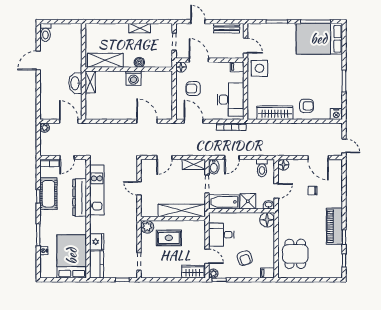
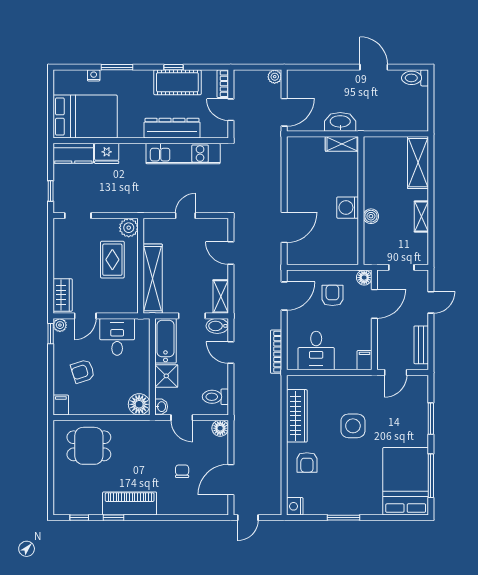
shelving: (105, 60) -> (418, 163), moved
side table: (259, 68) -> (353, 426), moved
desk: (231, 100) -> (316, 351), width x0.73

